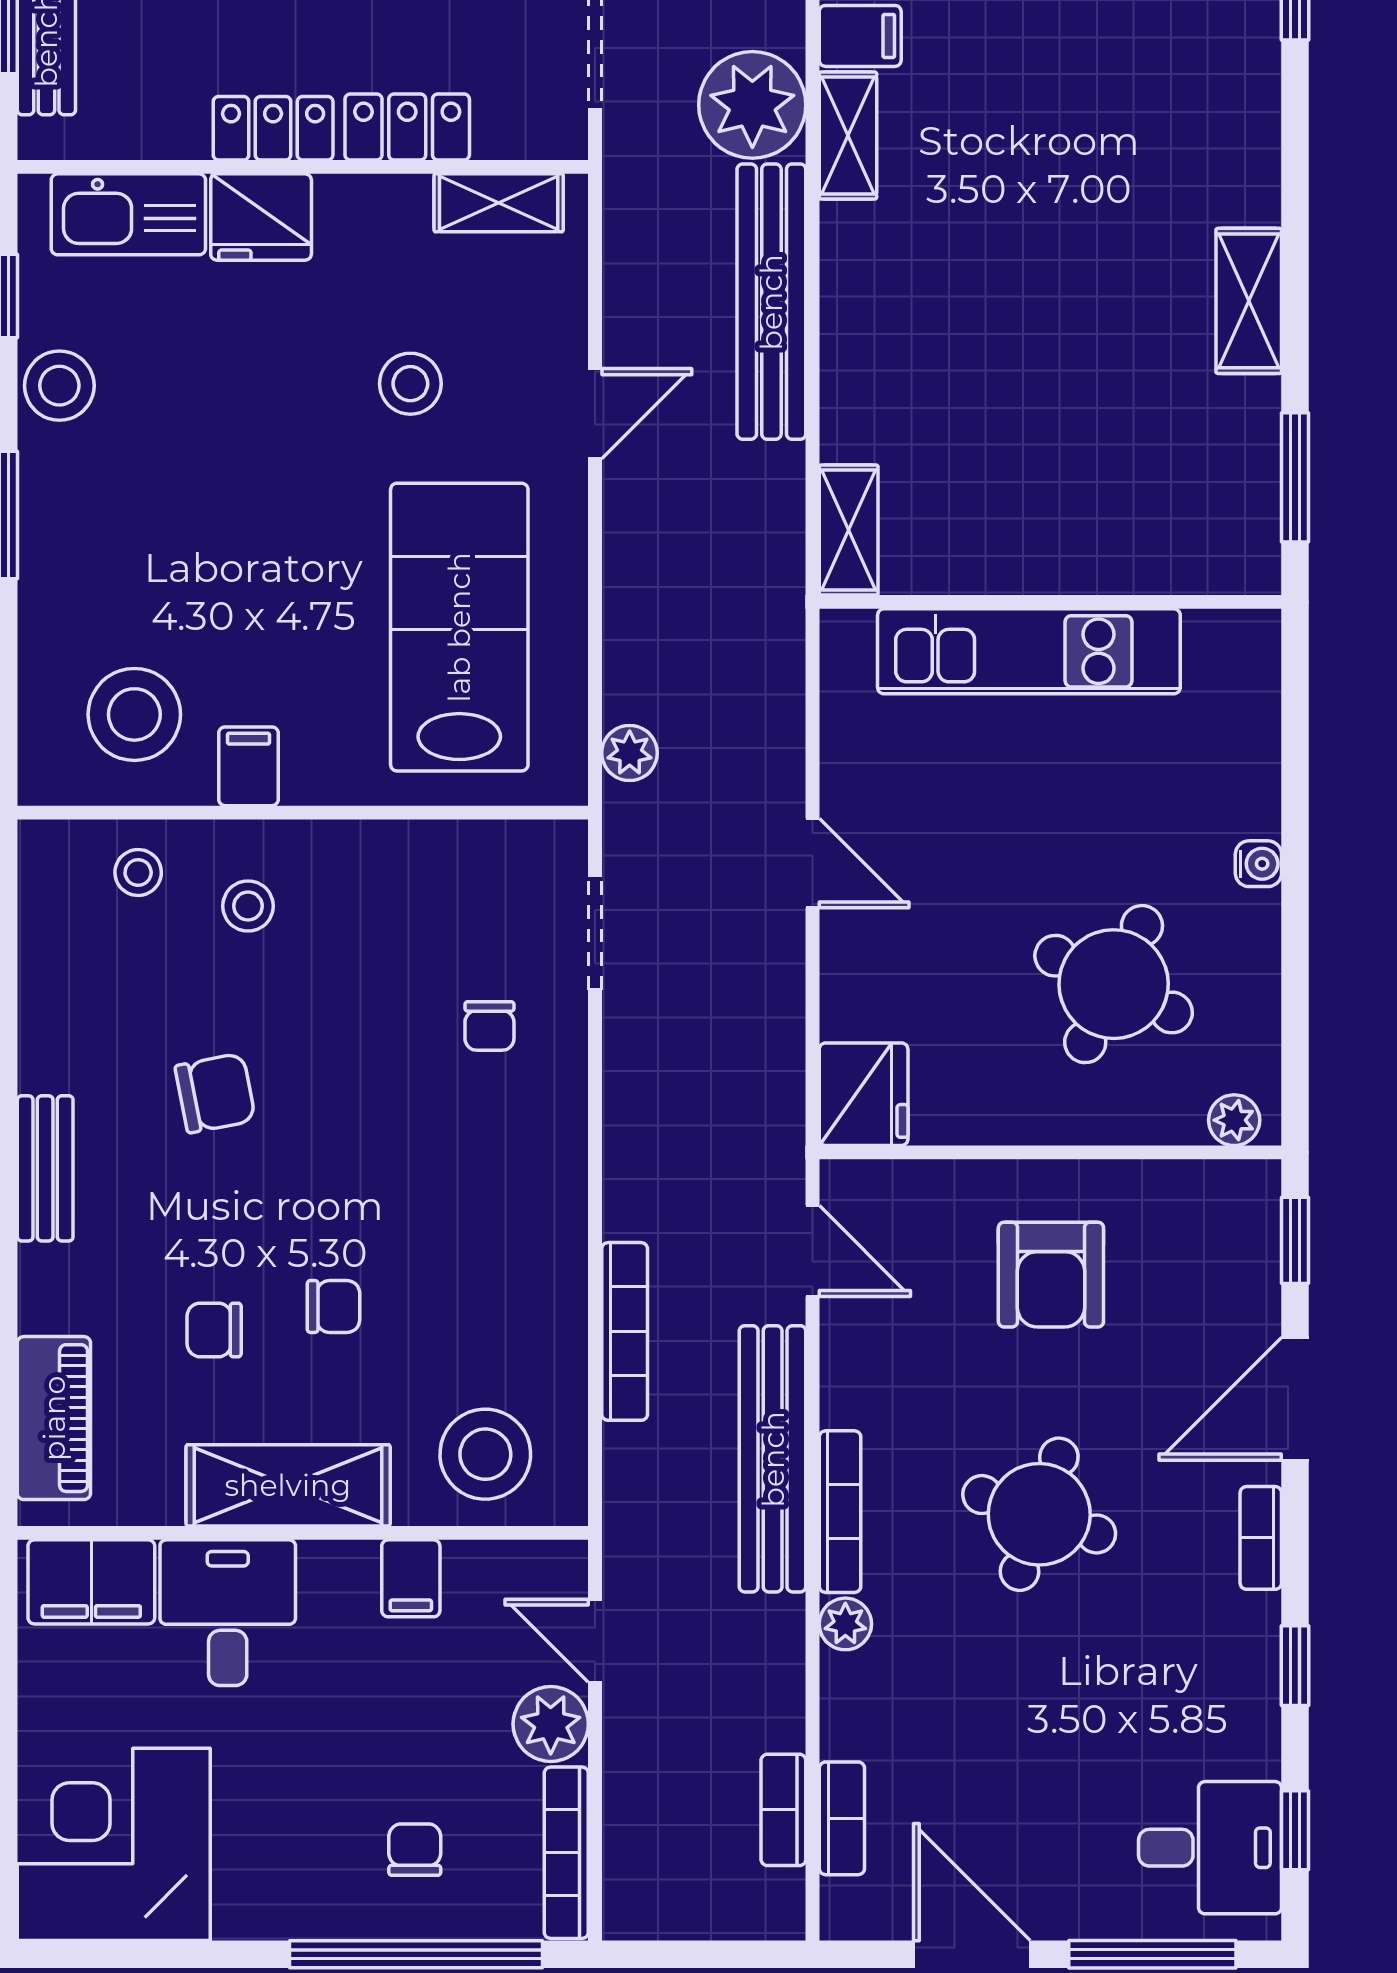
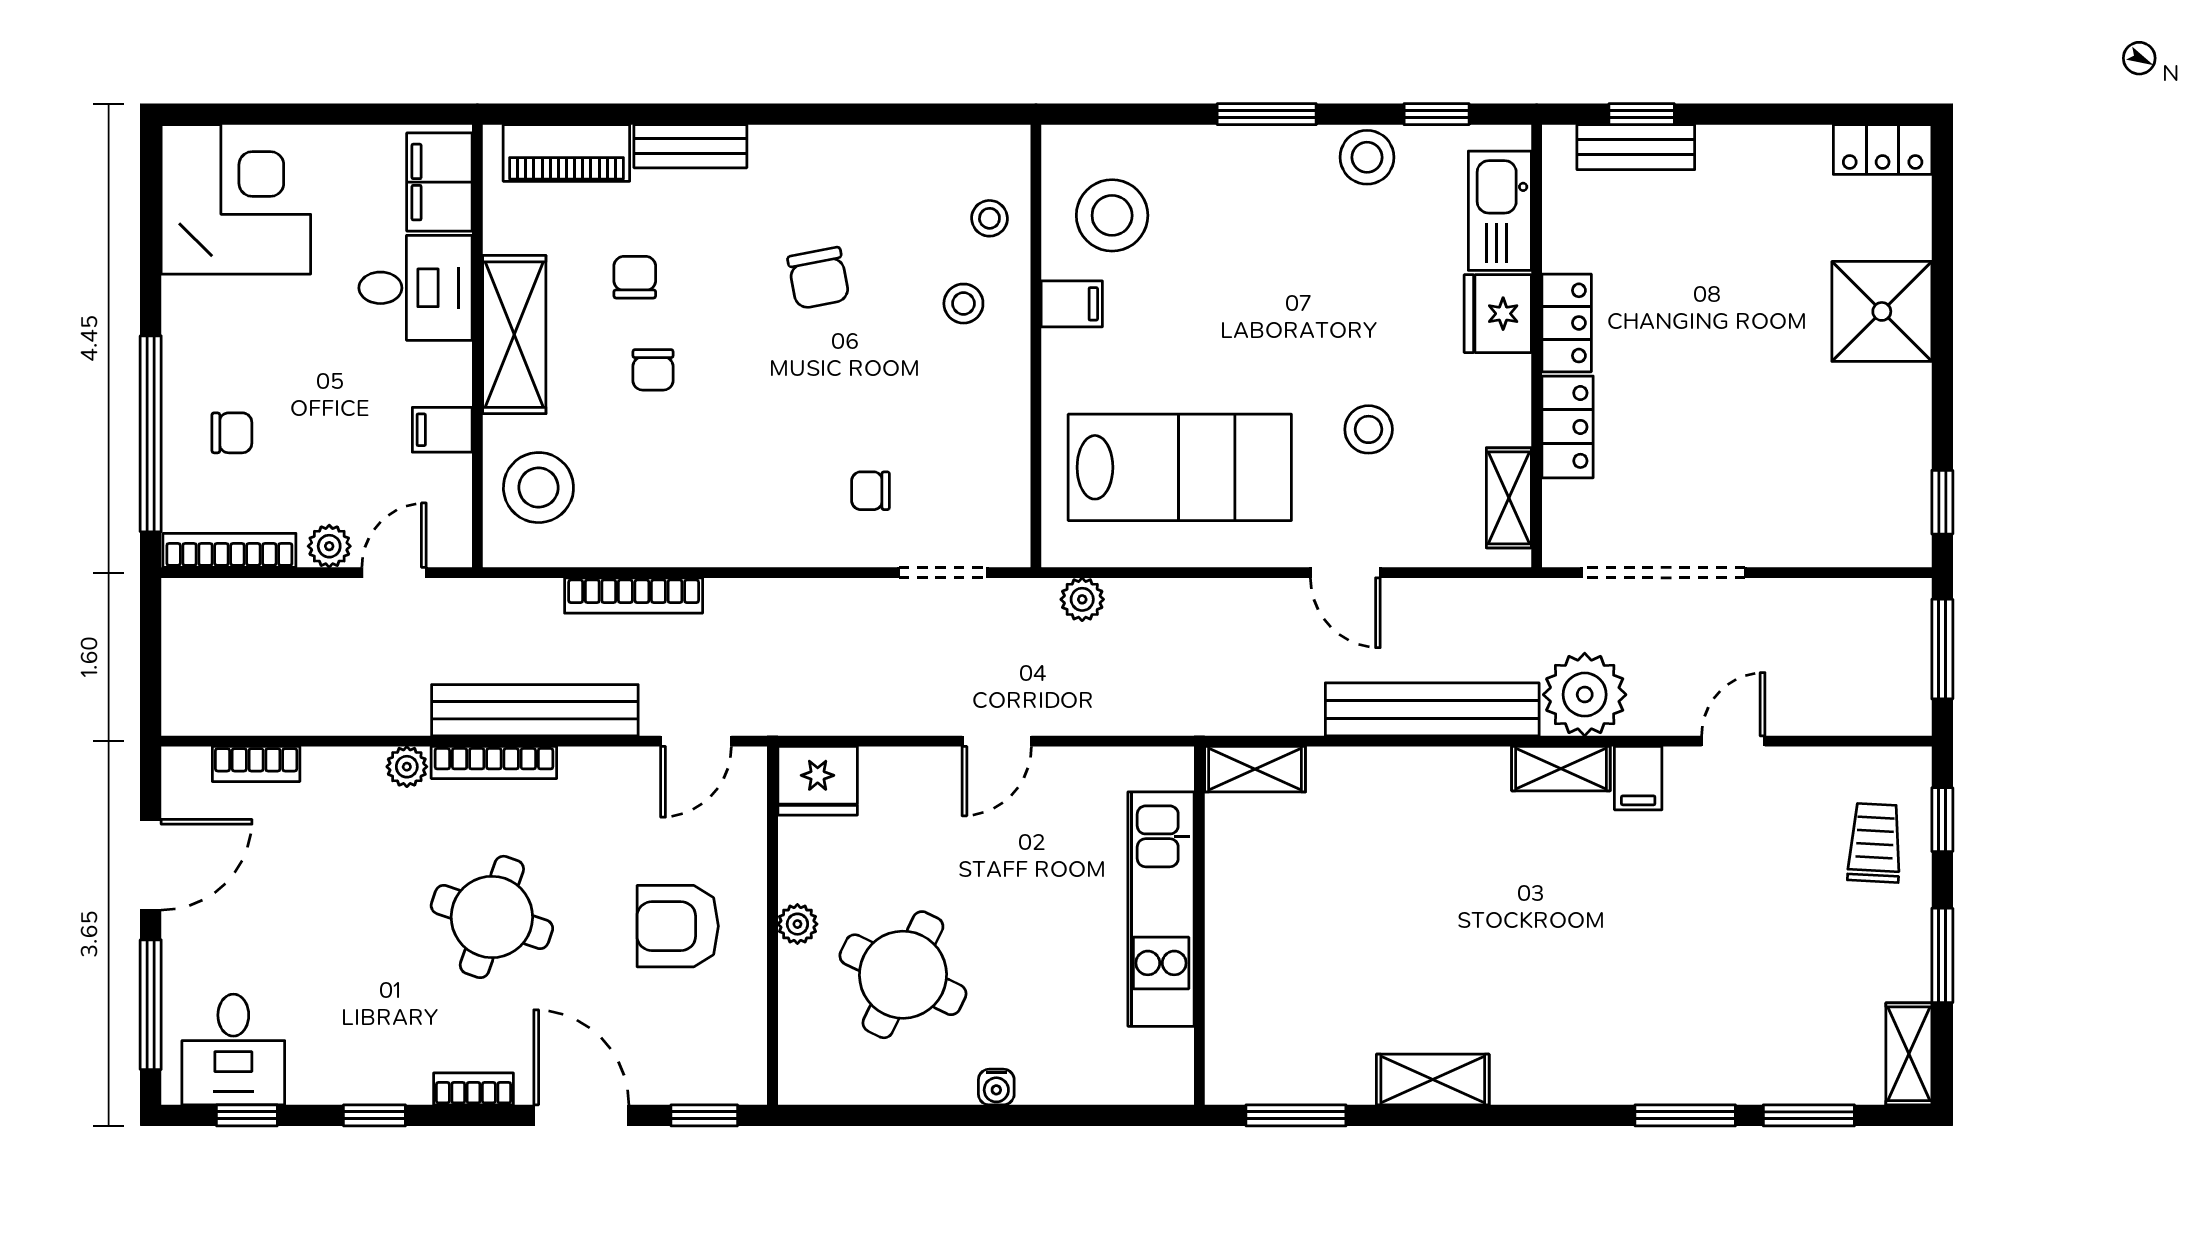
plant: (1234, 1120) -> (797, 924), moved
bench: (45, 1168) -> (690, 146), moved
plant: (551, 1724) -> (329, 546), width x0.73, depth x0.73
bookcase: (783, 1810) -> (263, 719), removed

